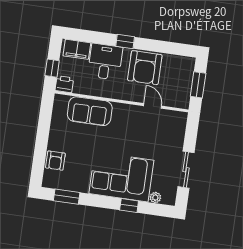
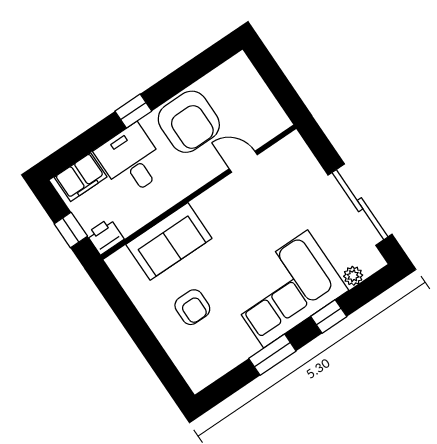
window: (198, 85) -> (277, 82), removed
armchair: (55, 161) -> (192, 307), moved
sliding door: (186, 170) -> (360, 205), width x1.37
window: (67, 197) -> (272, 355), moved

